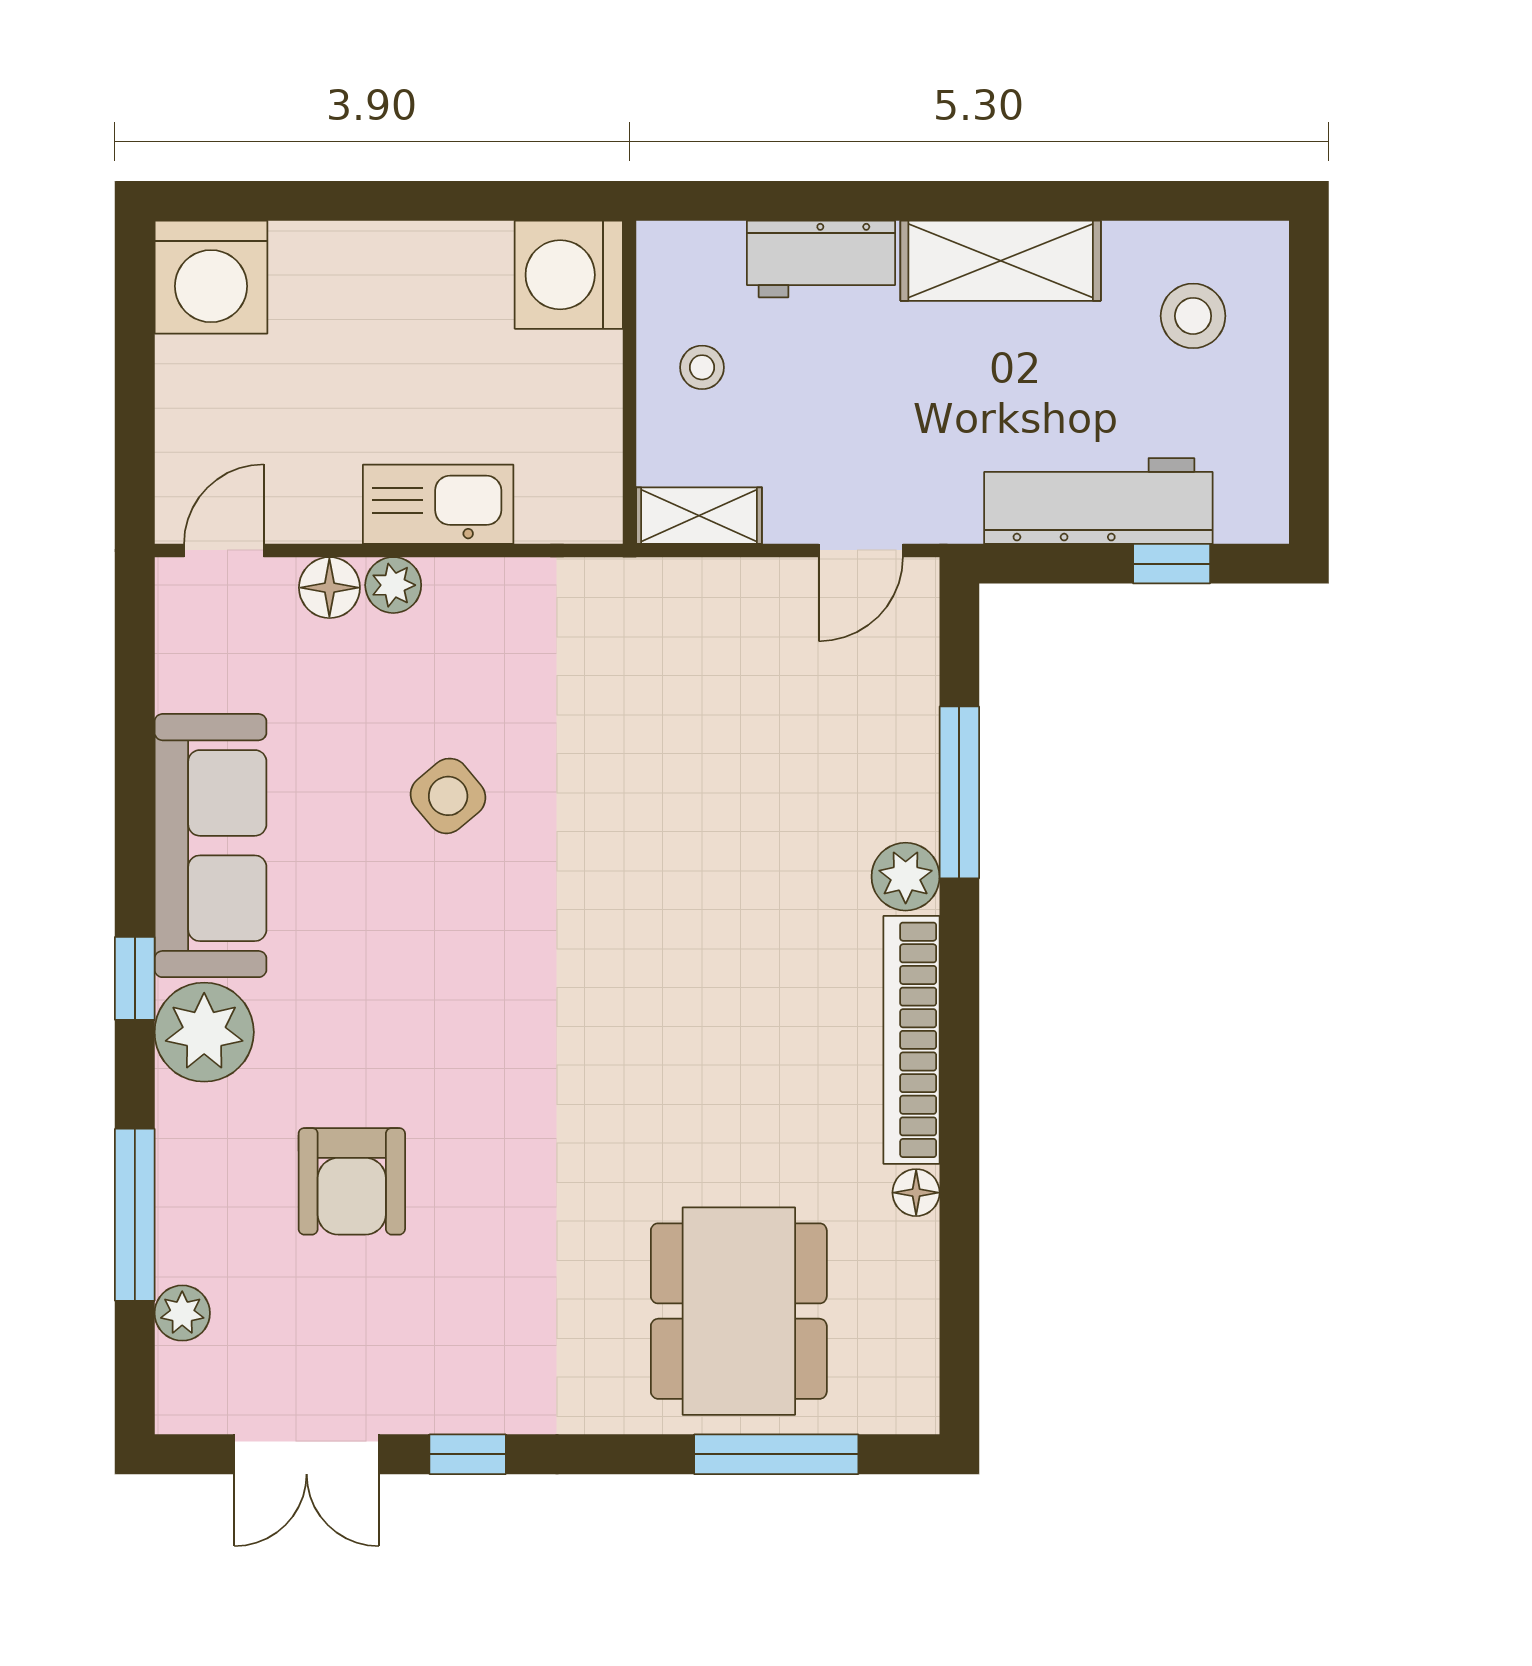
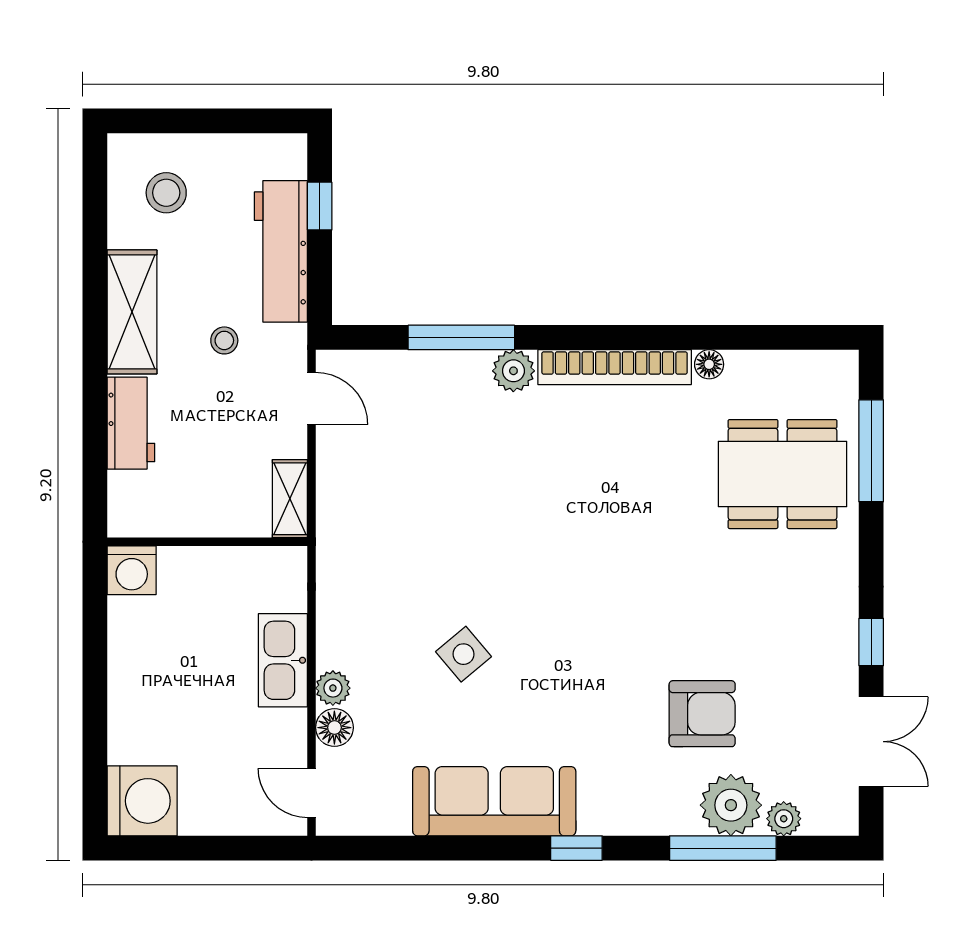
washing machine: (569, 275) -> (132, 570), width x0.73, depth x0.73
stool: (702, 367) -> (224, 340), moved
plant: (204, 1032) -> (731, 805), moved

